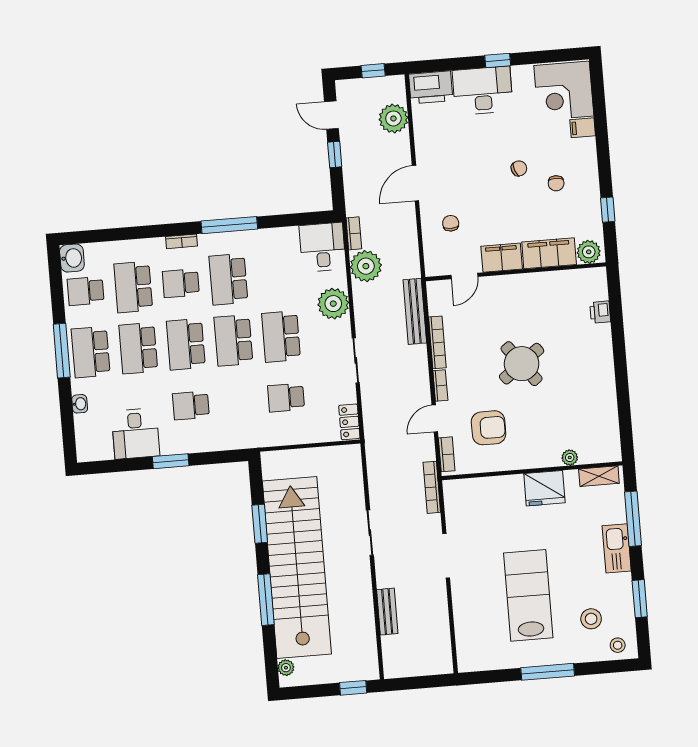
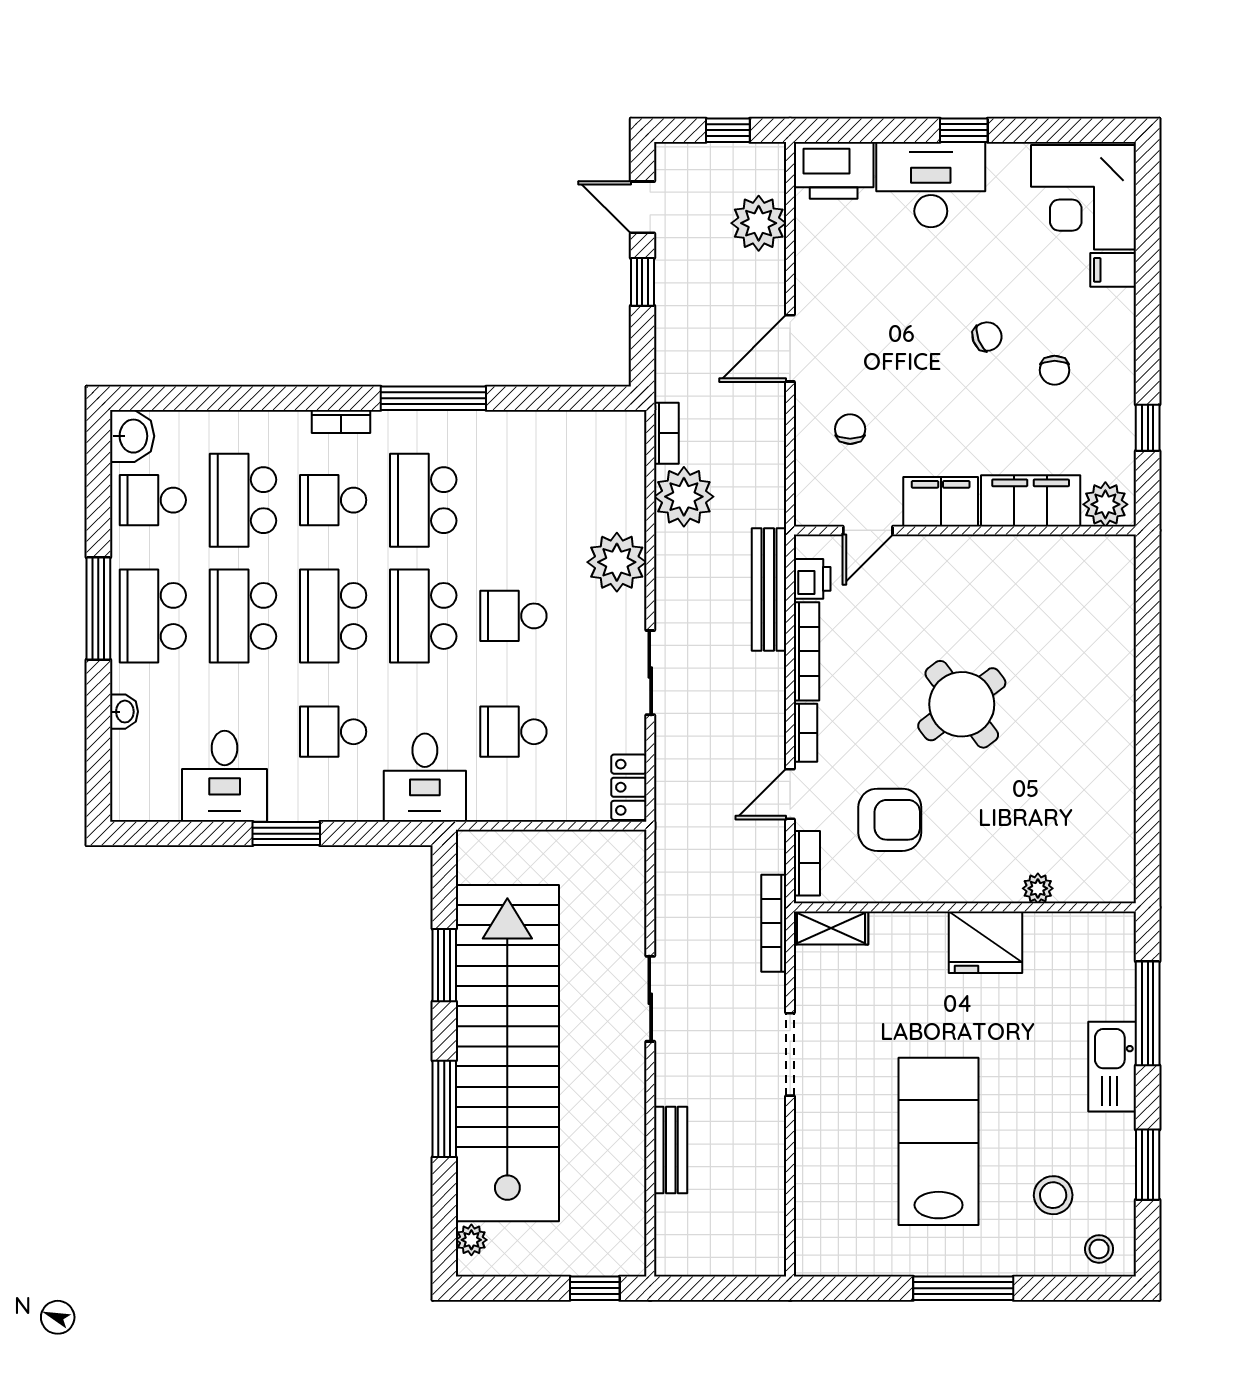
desk: (323, 247) -> (425, 778), moved, turned 180
printer: (600, 312) -> (812, 579), moved, turned 180
school desk: (281, 336) -> (513, 616), width x0.54
shelving: (599, 476) -> (831, 928), moved

